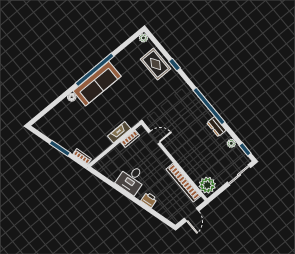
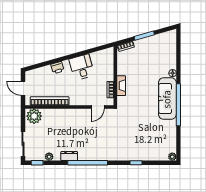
rug: (156, 64) -> (147, 150), removed

